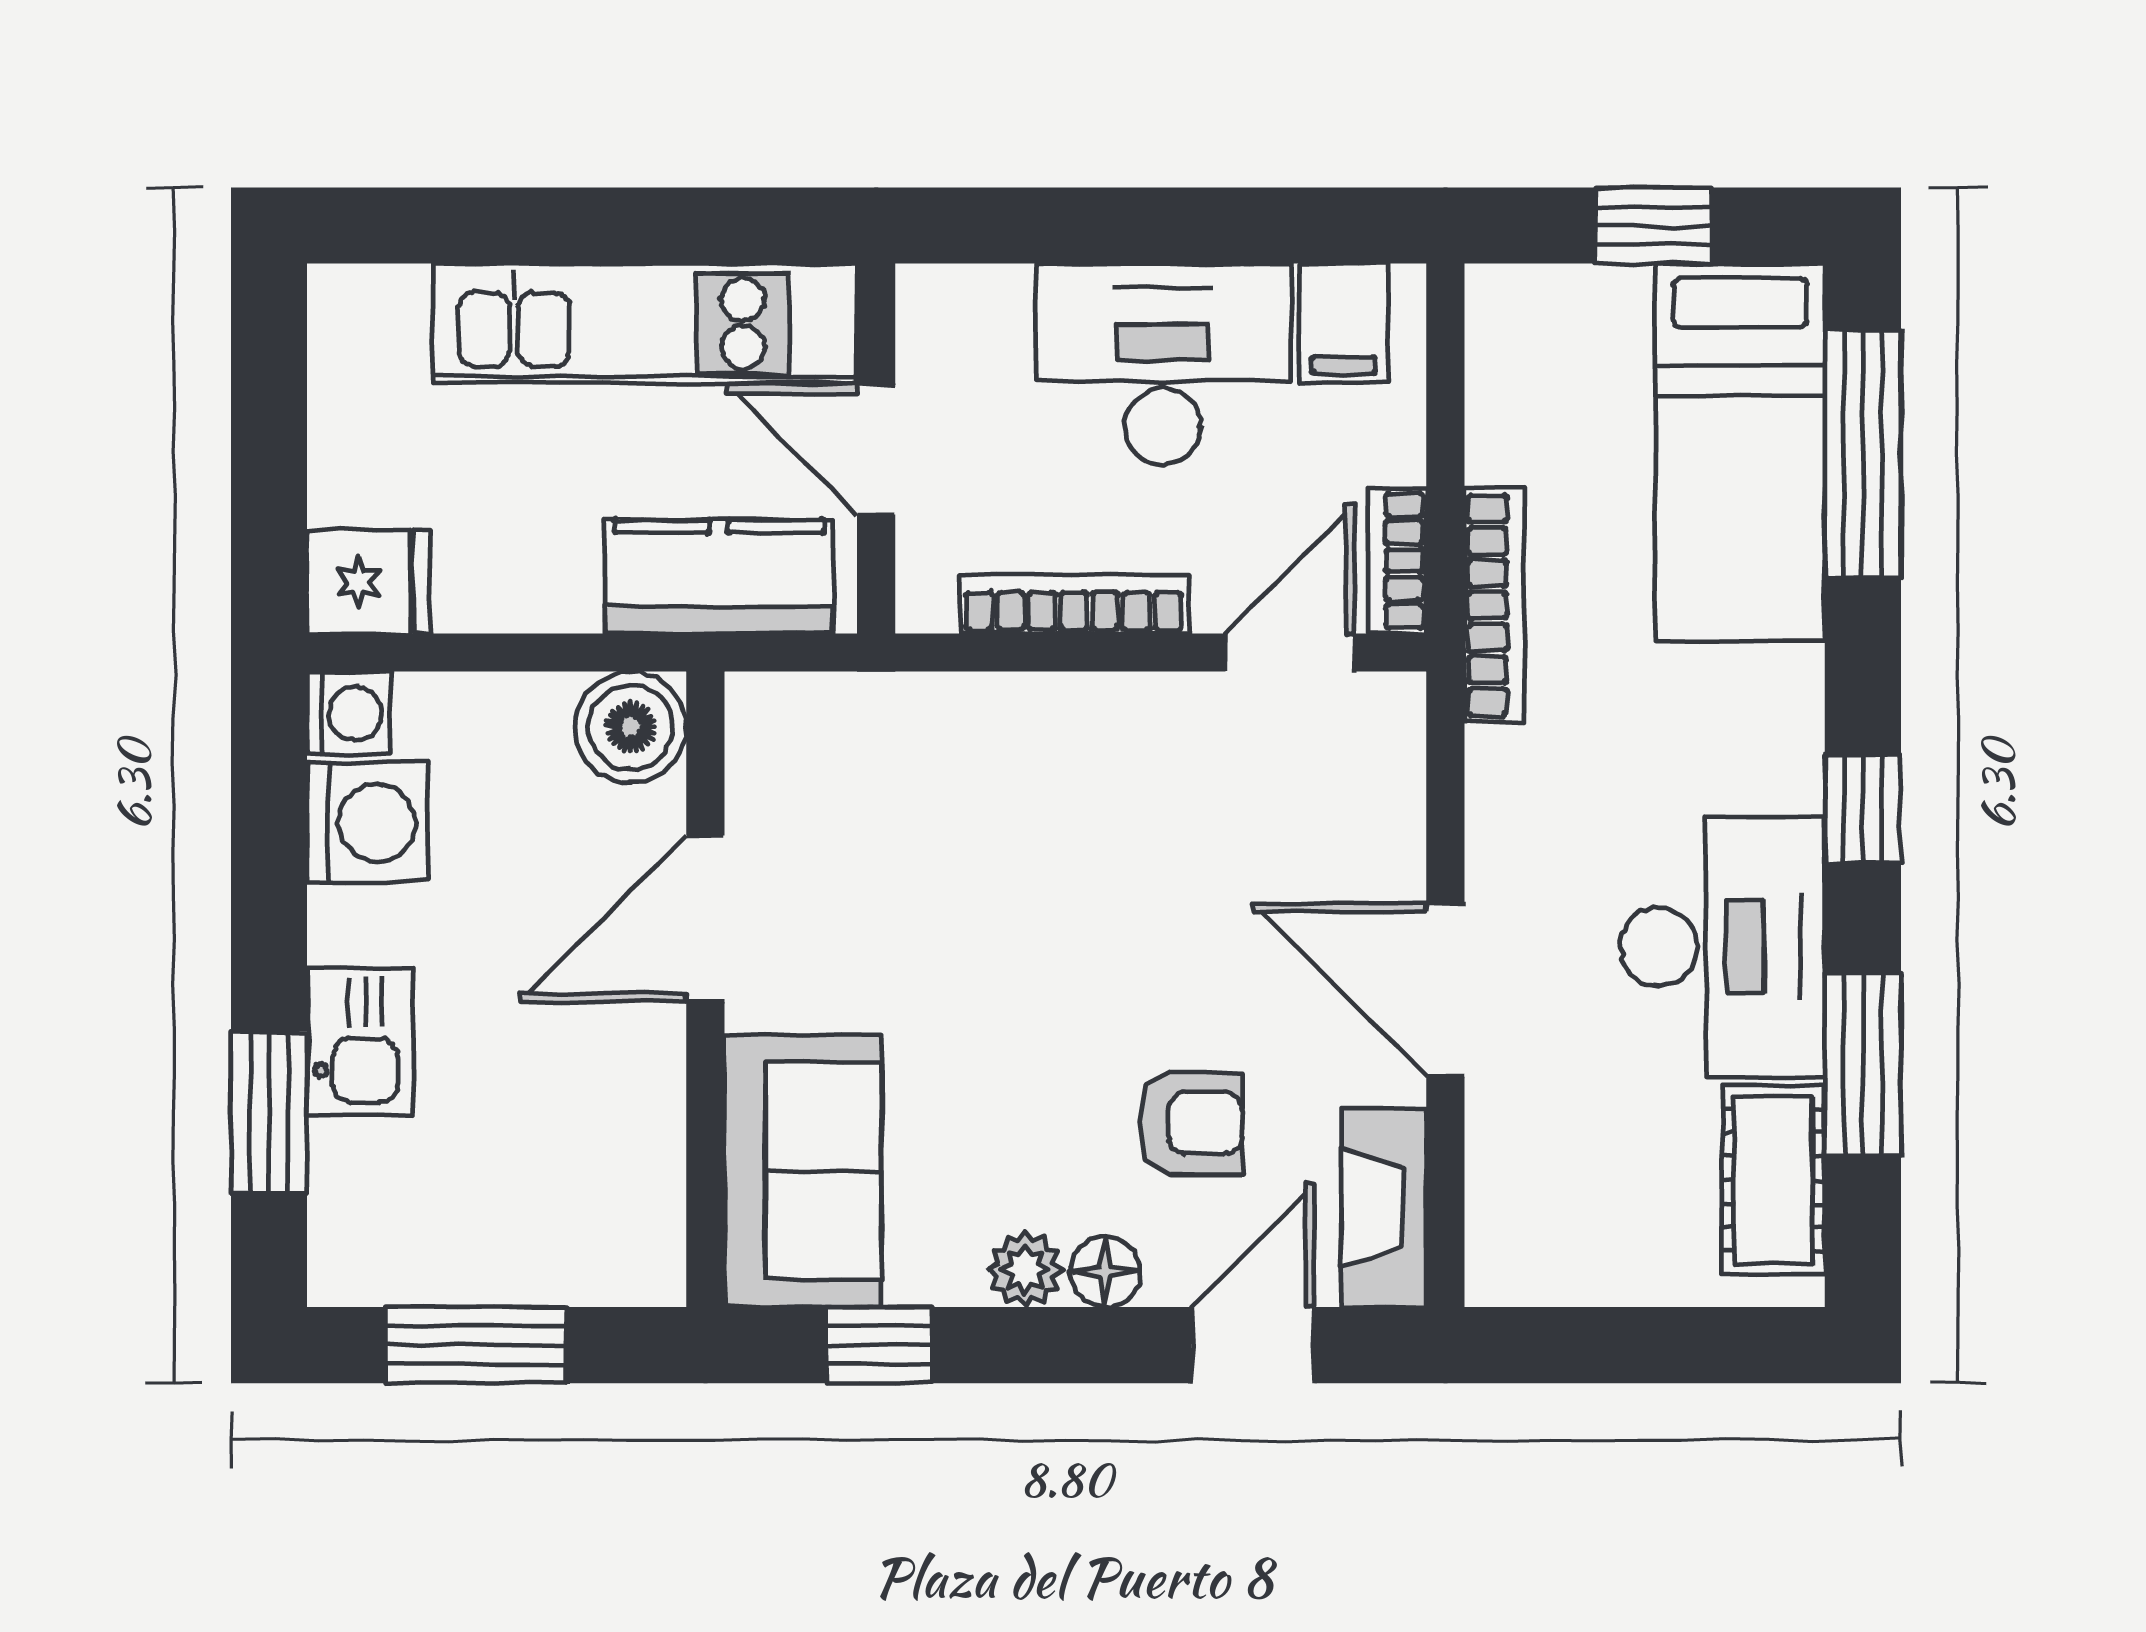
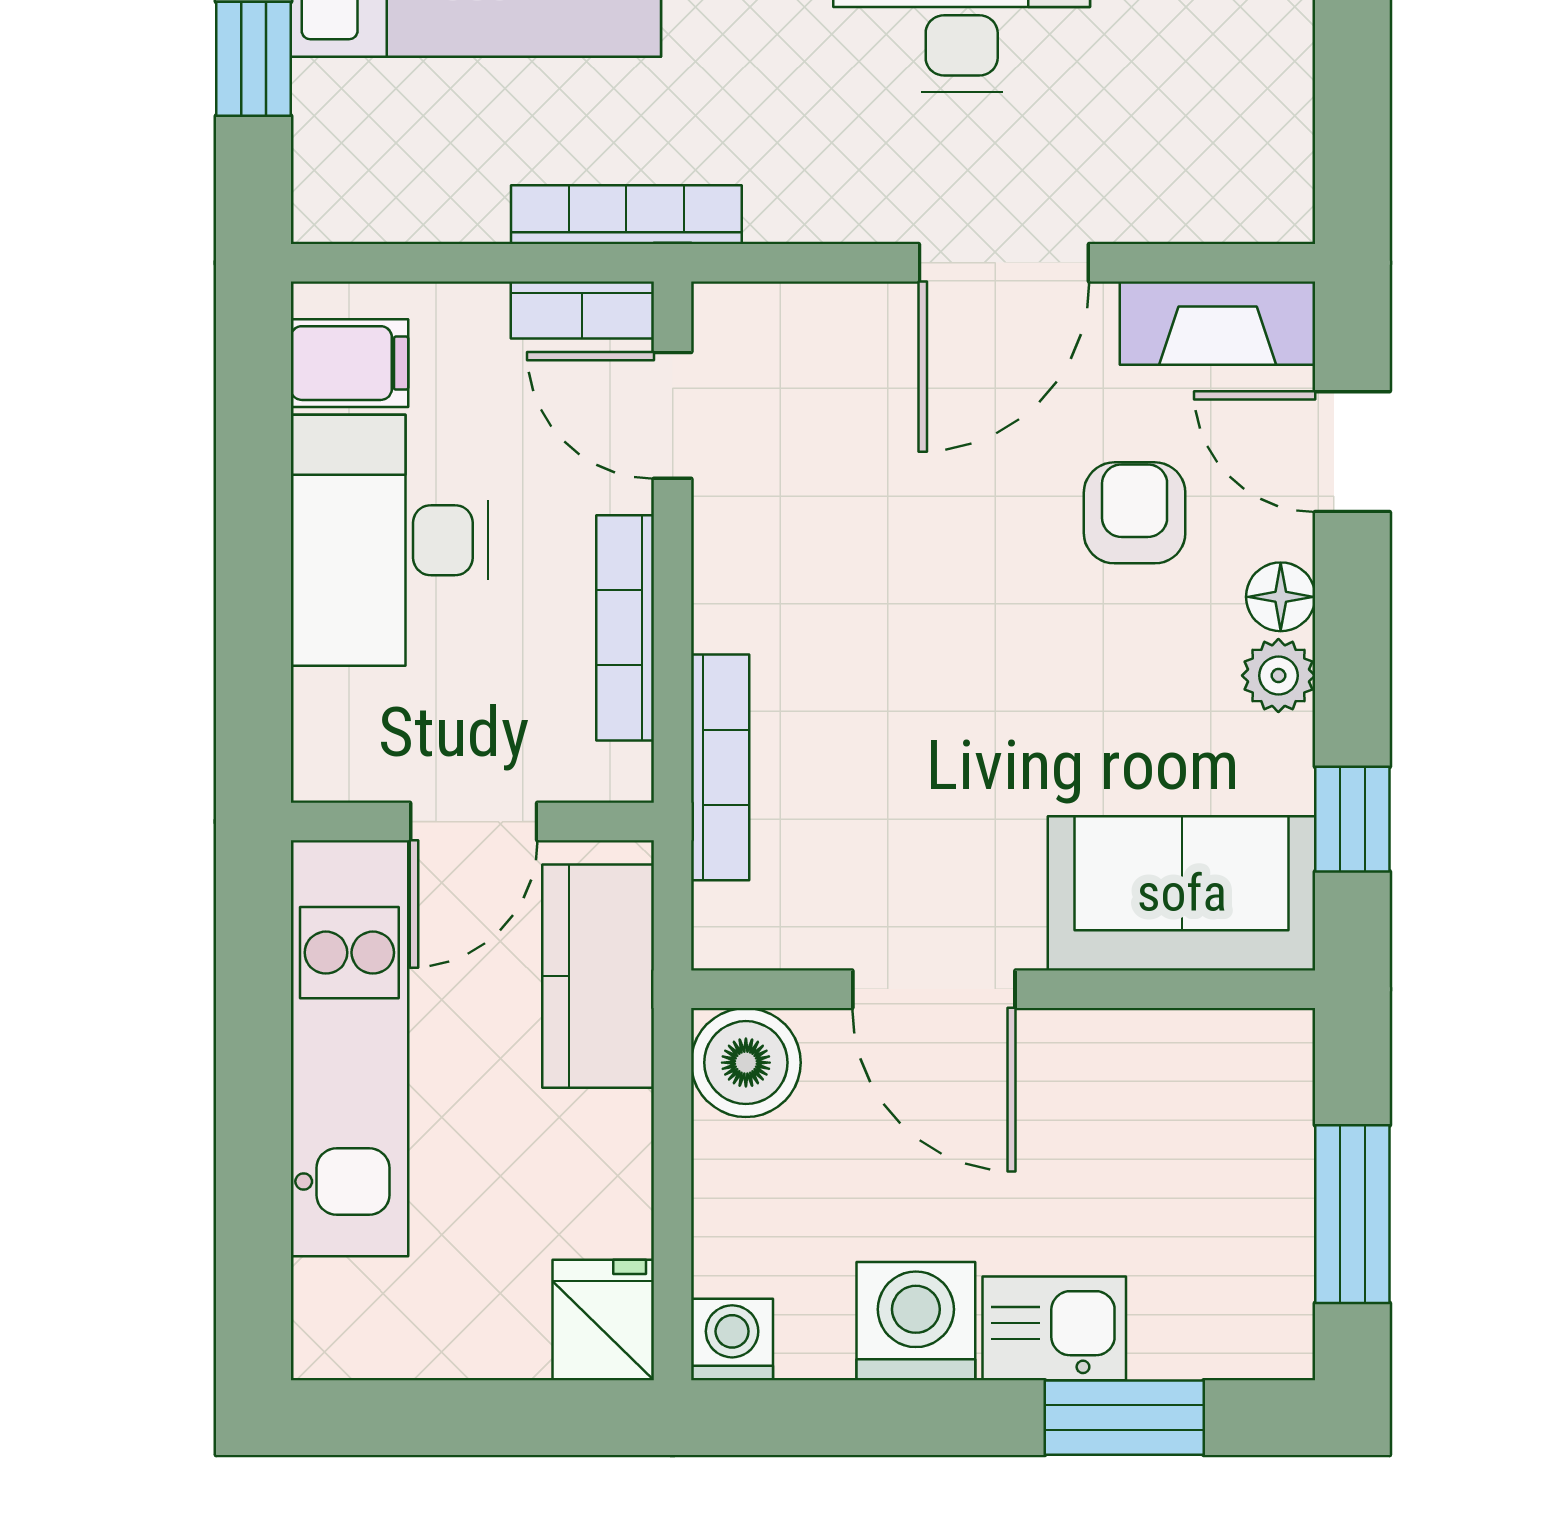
bookcase: (931, 701) -> (720, 767), added
washing machine: (367, 823) -> (916, 1321), moved

